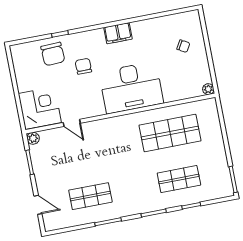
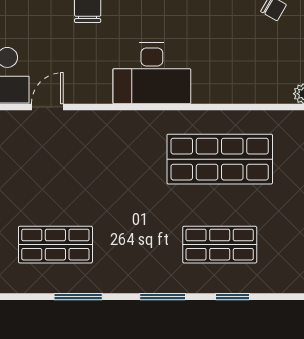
desk: (131, 87) -> (152, 73), width x0.73, depth x0.77
door: (72, 123) -> (47, 107), swing flipped

